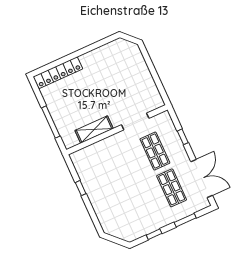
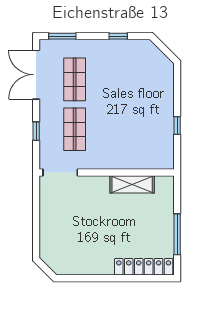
doorway: (135, 121) -> (60, 173), moved
window: (51, 122) -> (177, 234), moved
window: (185, 220) -> (62, 36), moved

